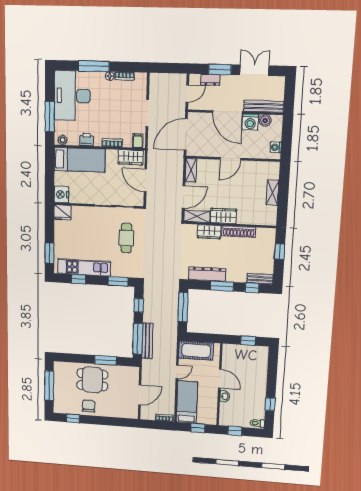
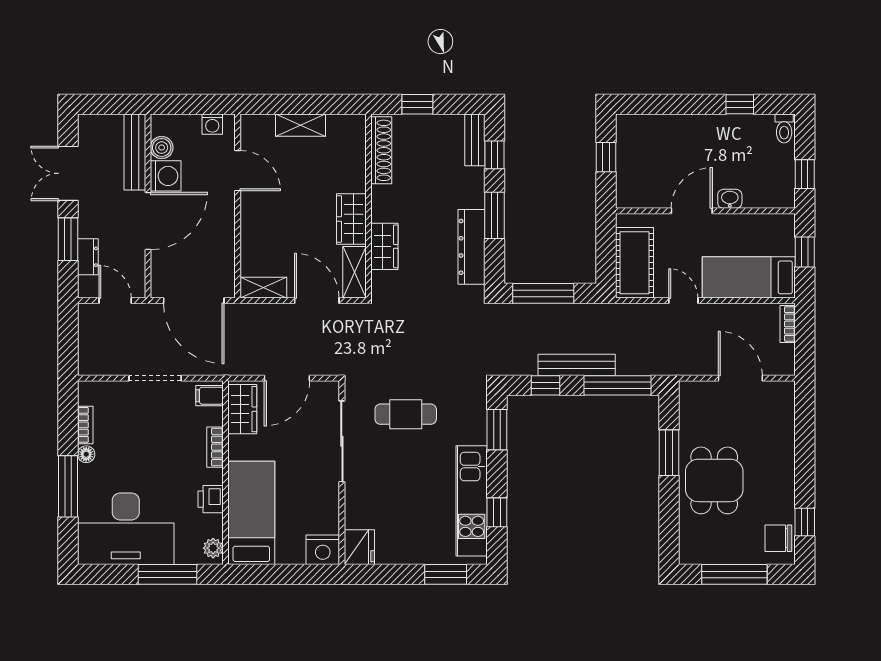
door: (230, 159) -> (238, 171), moved
shoe rack: (239, 232) -> (381, 150), moved
bench: (147, 341) -> (577, 365), moved
chair: (89, 406) -> (778, 538), moved

